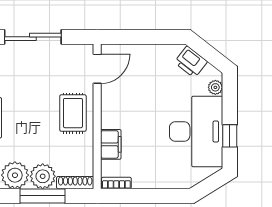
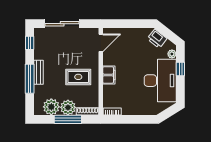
rug: (73, 113) -> (78, 77), moved, turned 90
window: (230, 136) -> (180, 69), moved
filing cabinet: (111, 144) -> (109, 75), moved

